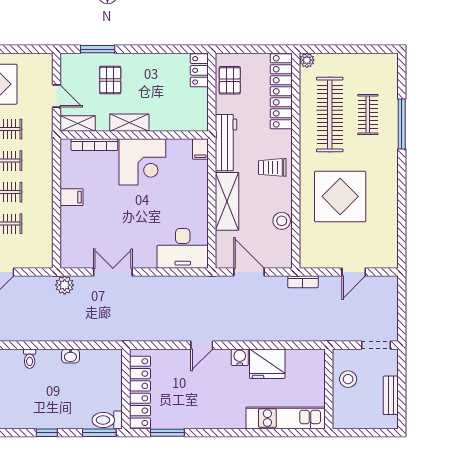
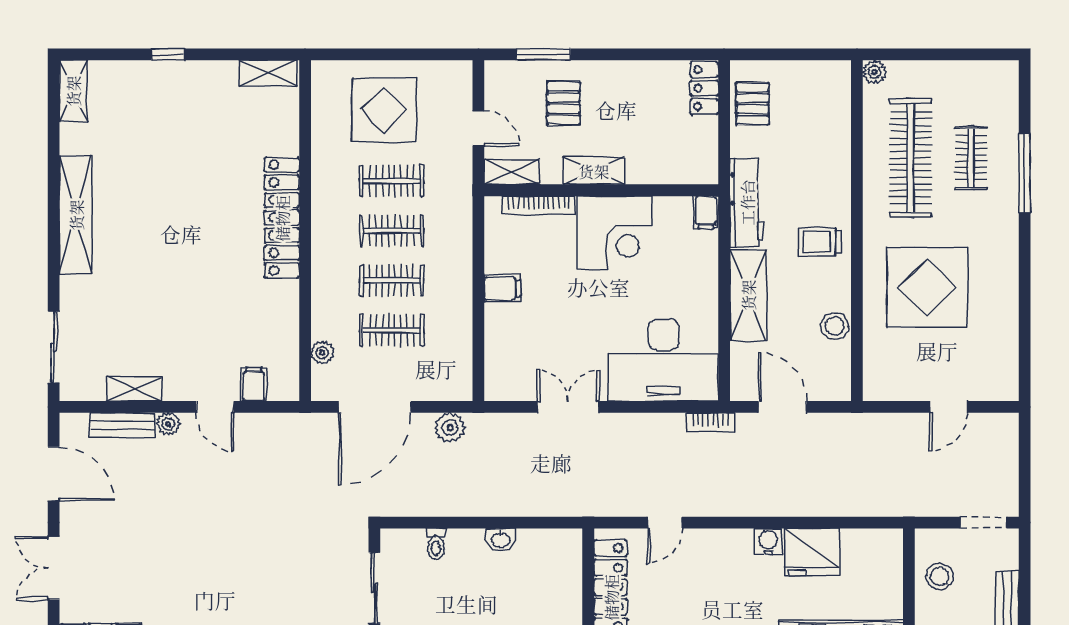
locker: (281, 91) -> (834, 121), removed
desk: (183, 248) -> (663, 360), width x1.36, depth x1.30
bookcase: (303, 282) -> (710, 422), moved
plant: (65, 285) -> (450, 428), moved
door: (202, 345) -> (665, 523), moved

